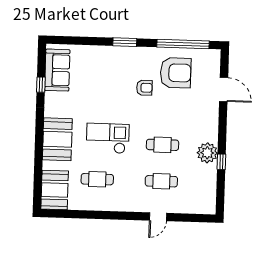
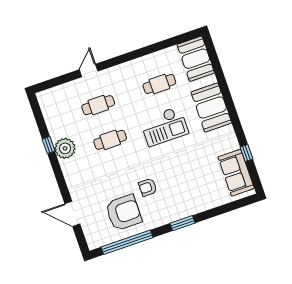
armchair: (176, 73) -> (124, 213), turned 180

